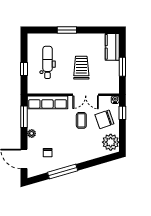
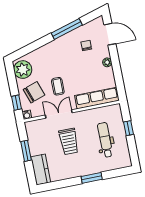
dental chair: (48, 62) -> (105, 140), turned 180
window: (24, 117) -> (119, 78), removed

